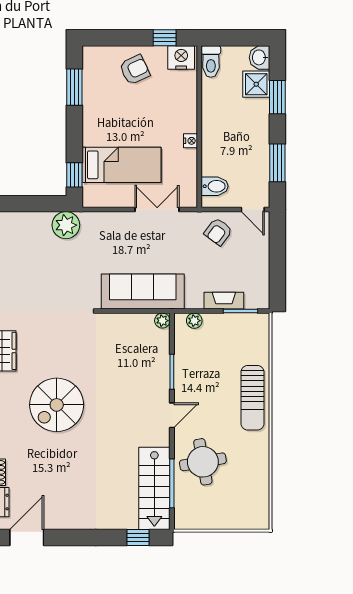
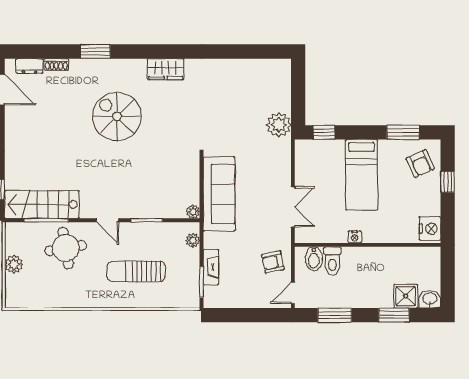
window: (165, 38) -> (448, 182), moved
toilet: (211, 61) -> (332, 261), moved, turned -90
armchair: (135, 70) -> (420, 163), moved
bed: (122, 165) -> (362, 175), moved
armchair: (218, 232) -> (273, 262), turned -49
sun lounger: (253, 398) -> (136, 271), moved
plant: (221, 519) -> (14, 264), added

